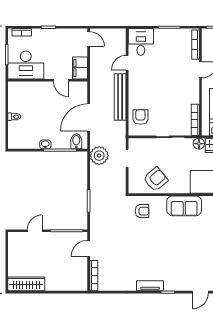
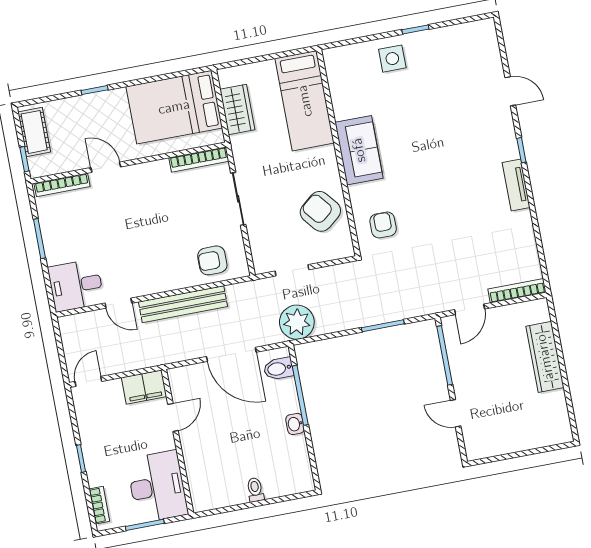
floor lamp: (199, 144) -> (241, 145), removed
door: (89, 249) -> (470, 309), hinge flipped
wardrobe: (26, 284) -> (545, 357), moved

